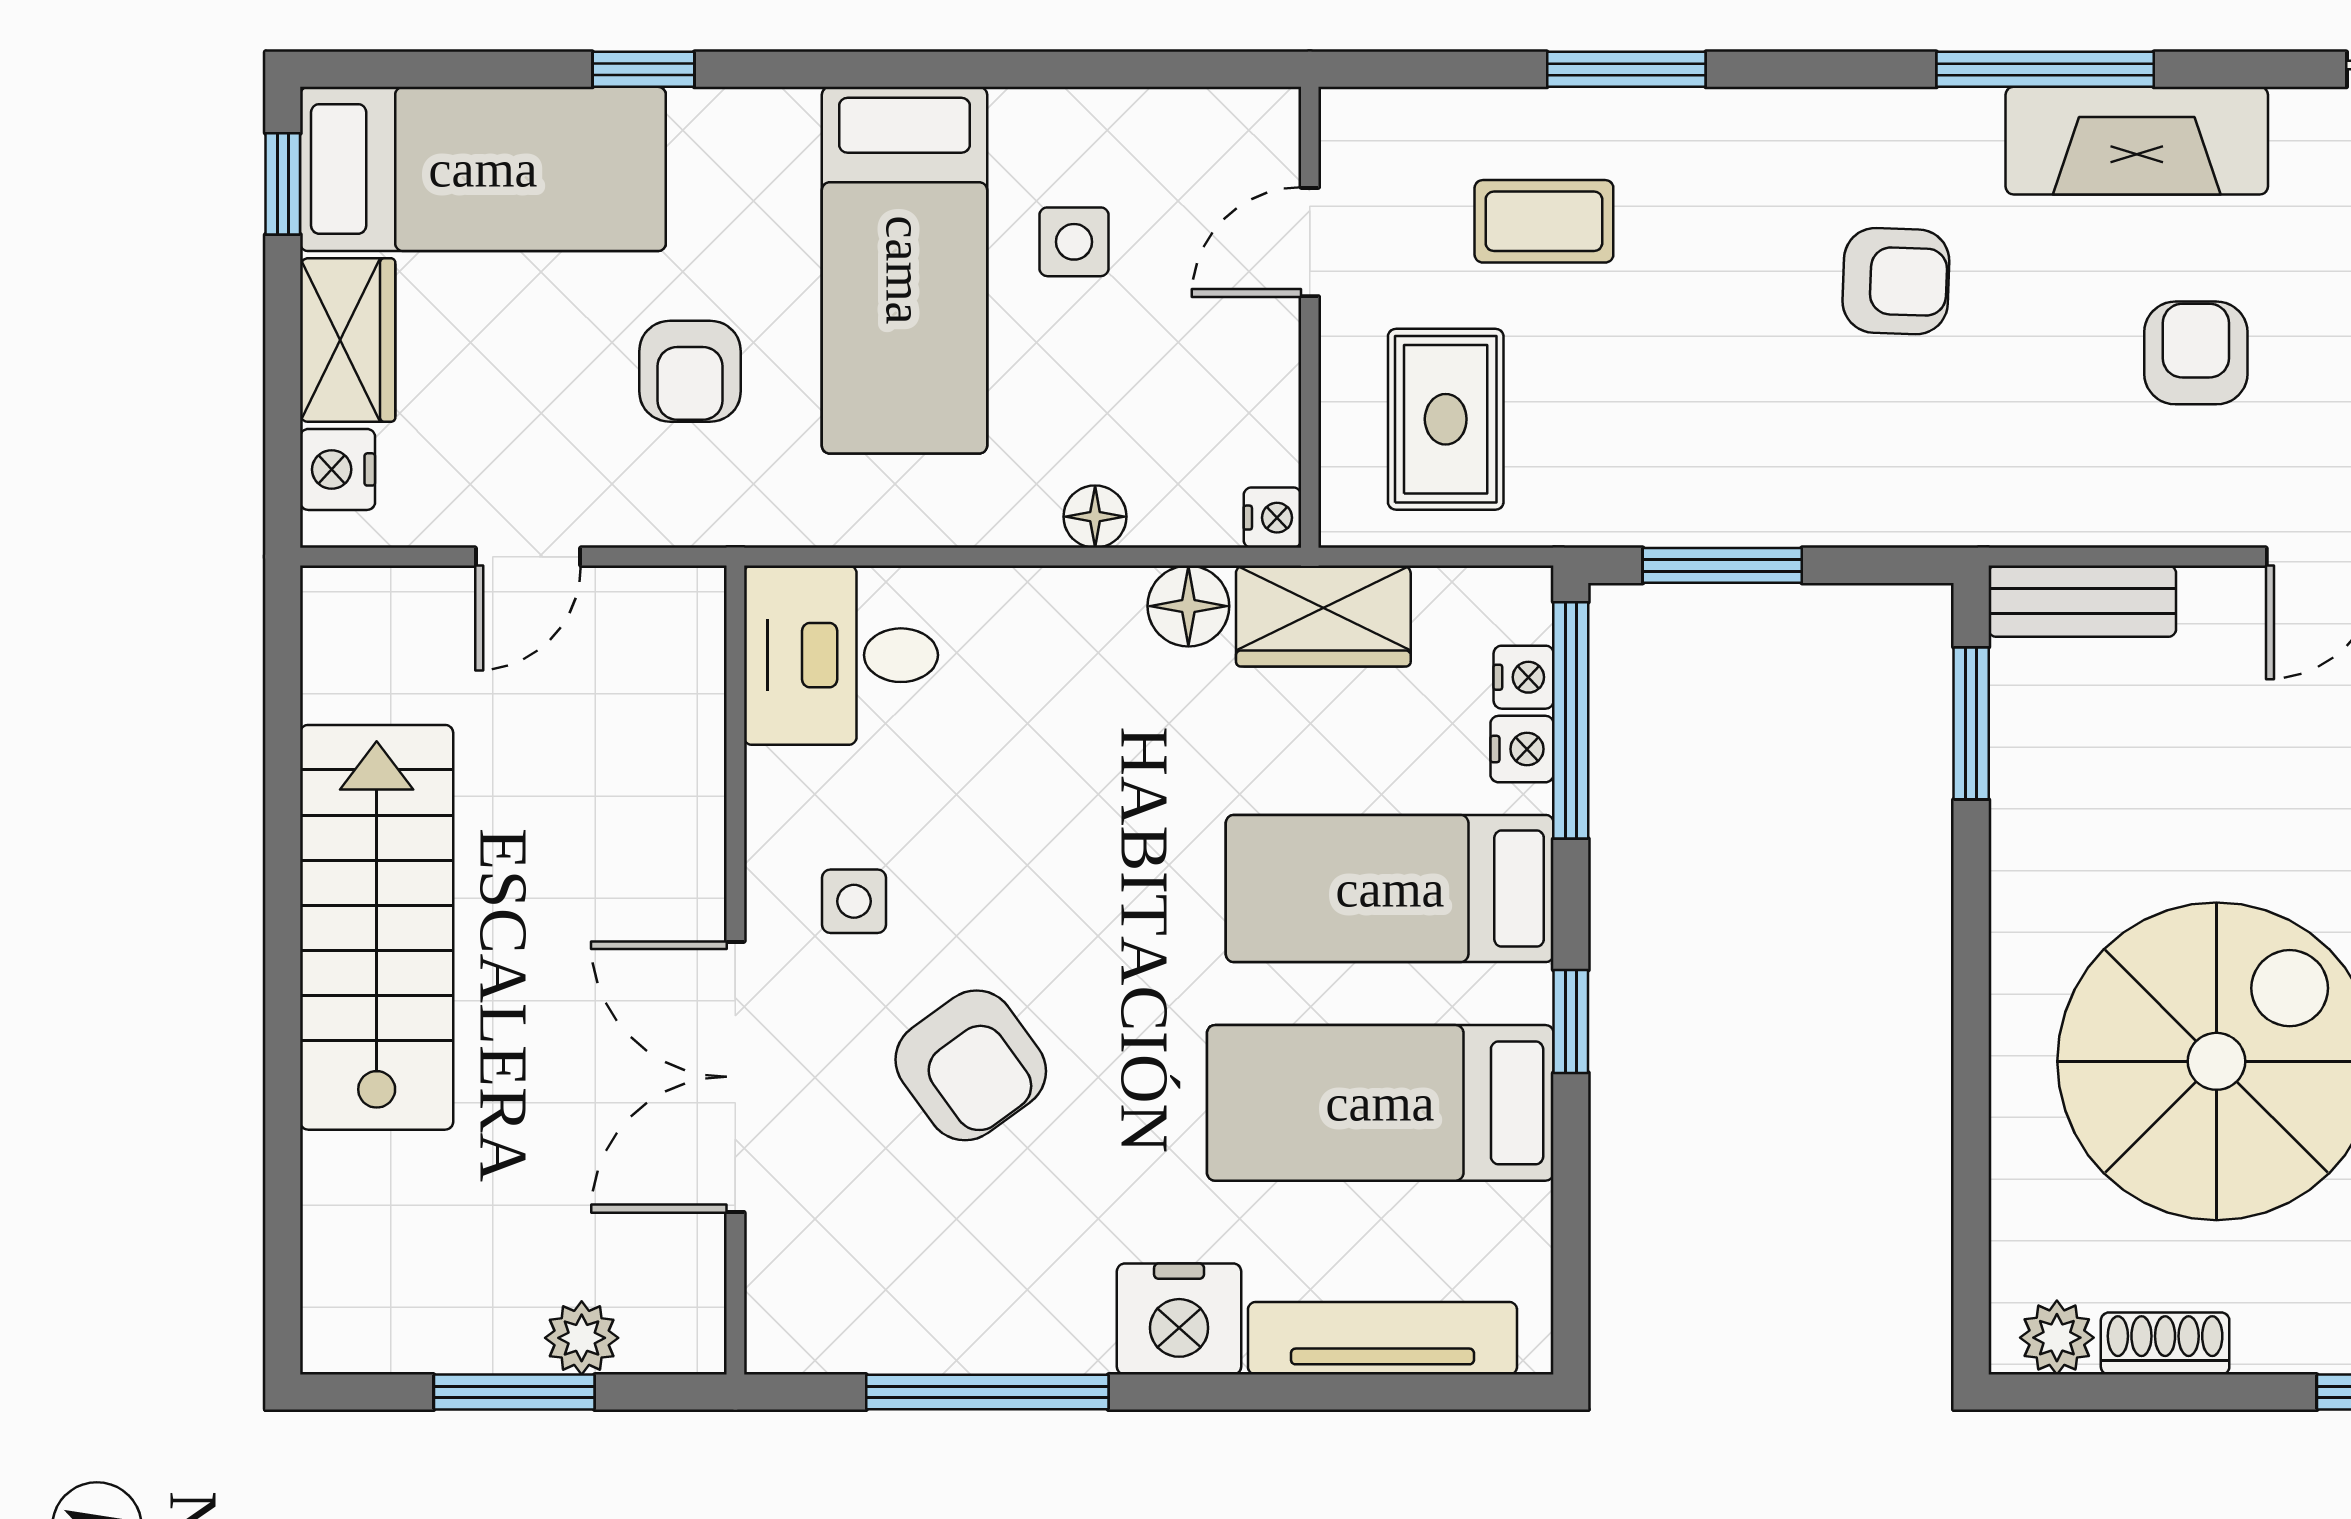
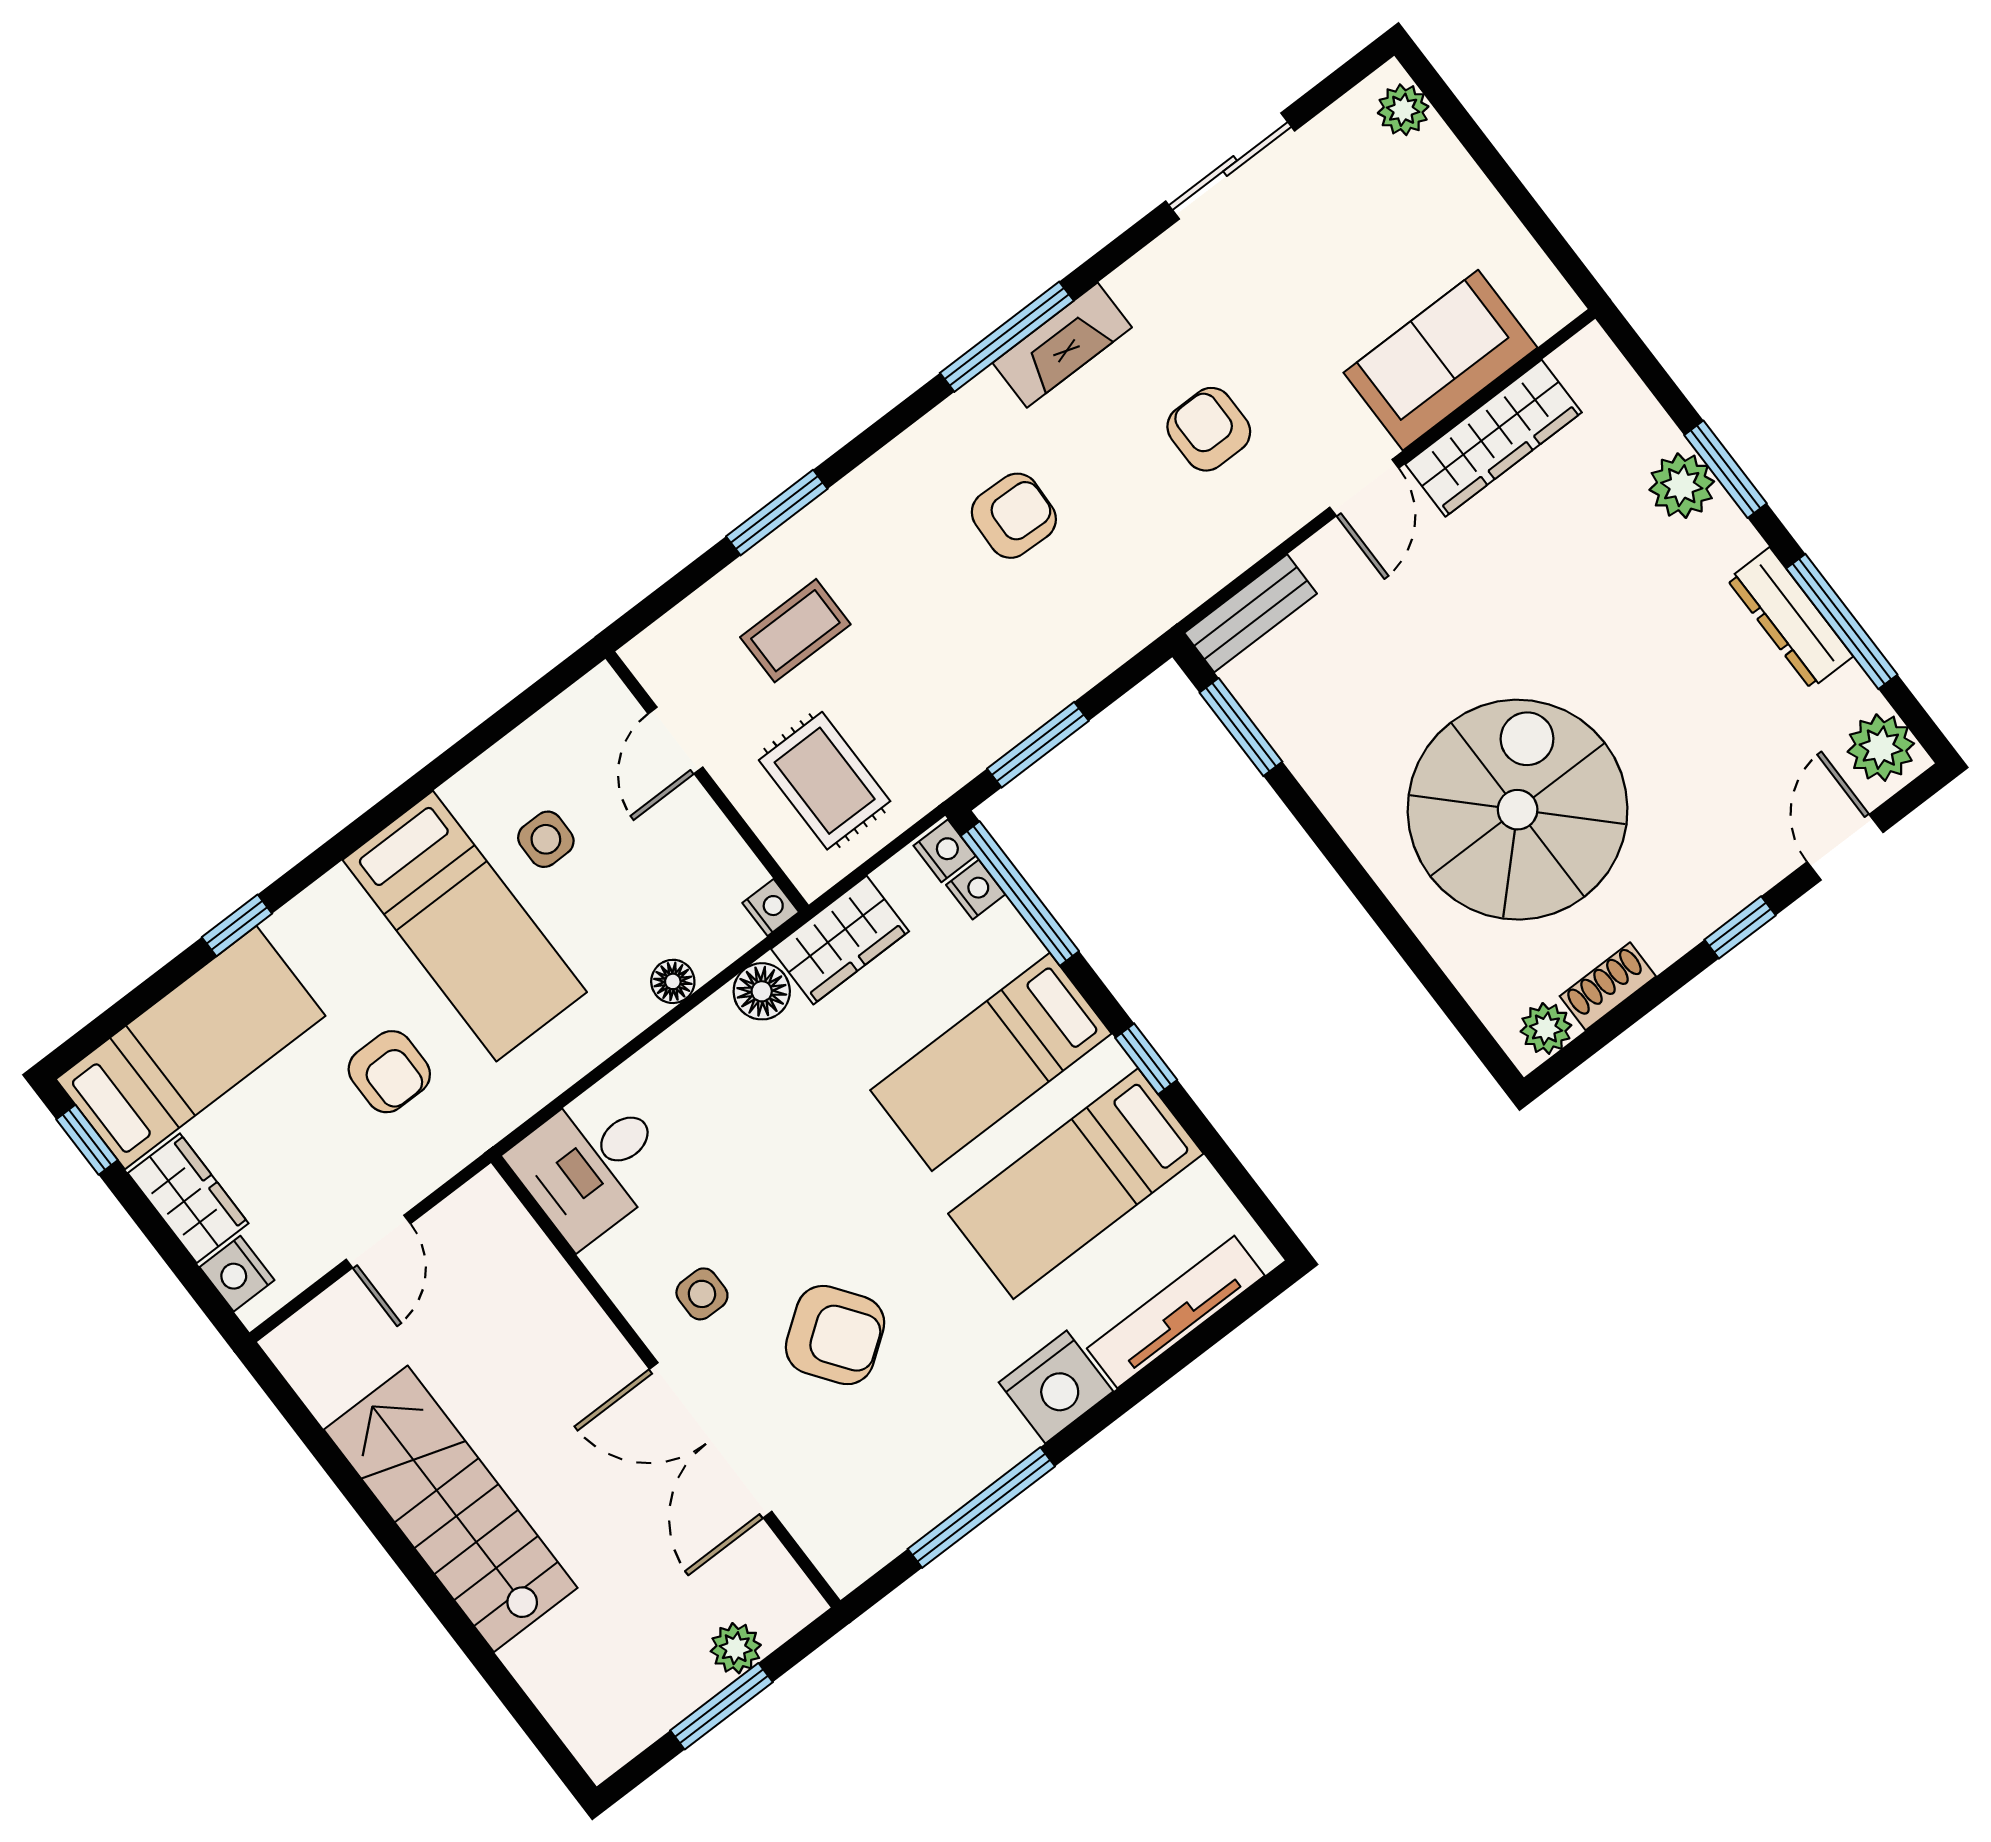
fireplace: (2137, 141) -> (1062, 345), width x0.73, depth x0.76
nightstand: (1522, 749) -> (945, 851), moved

